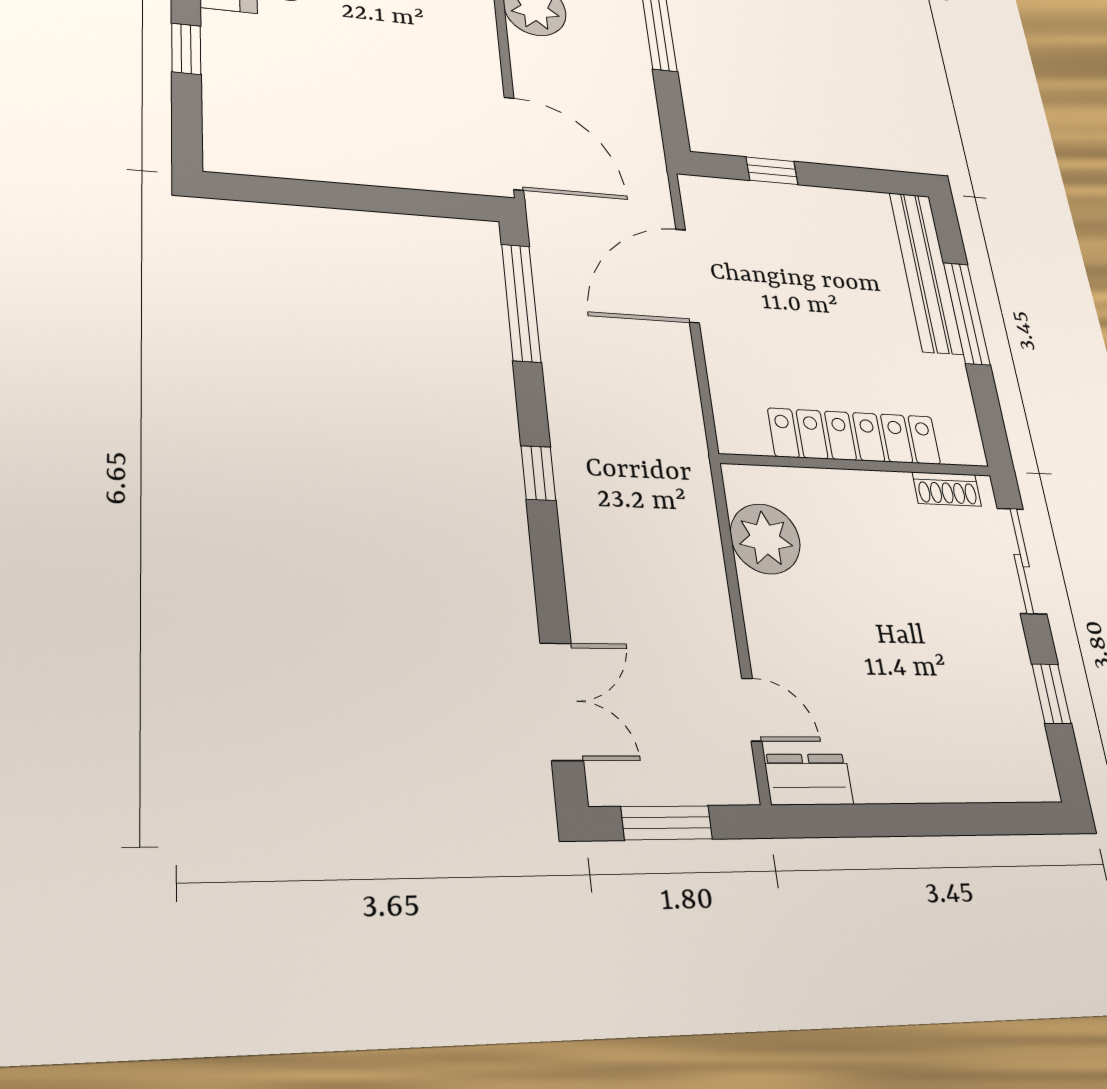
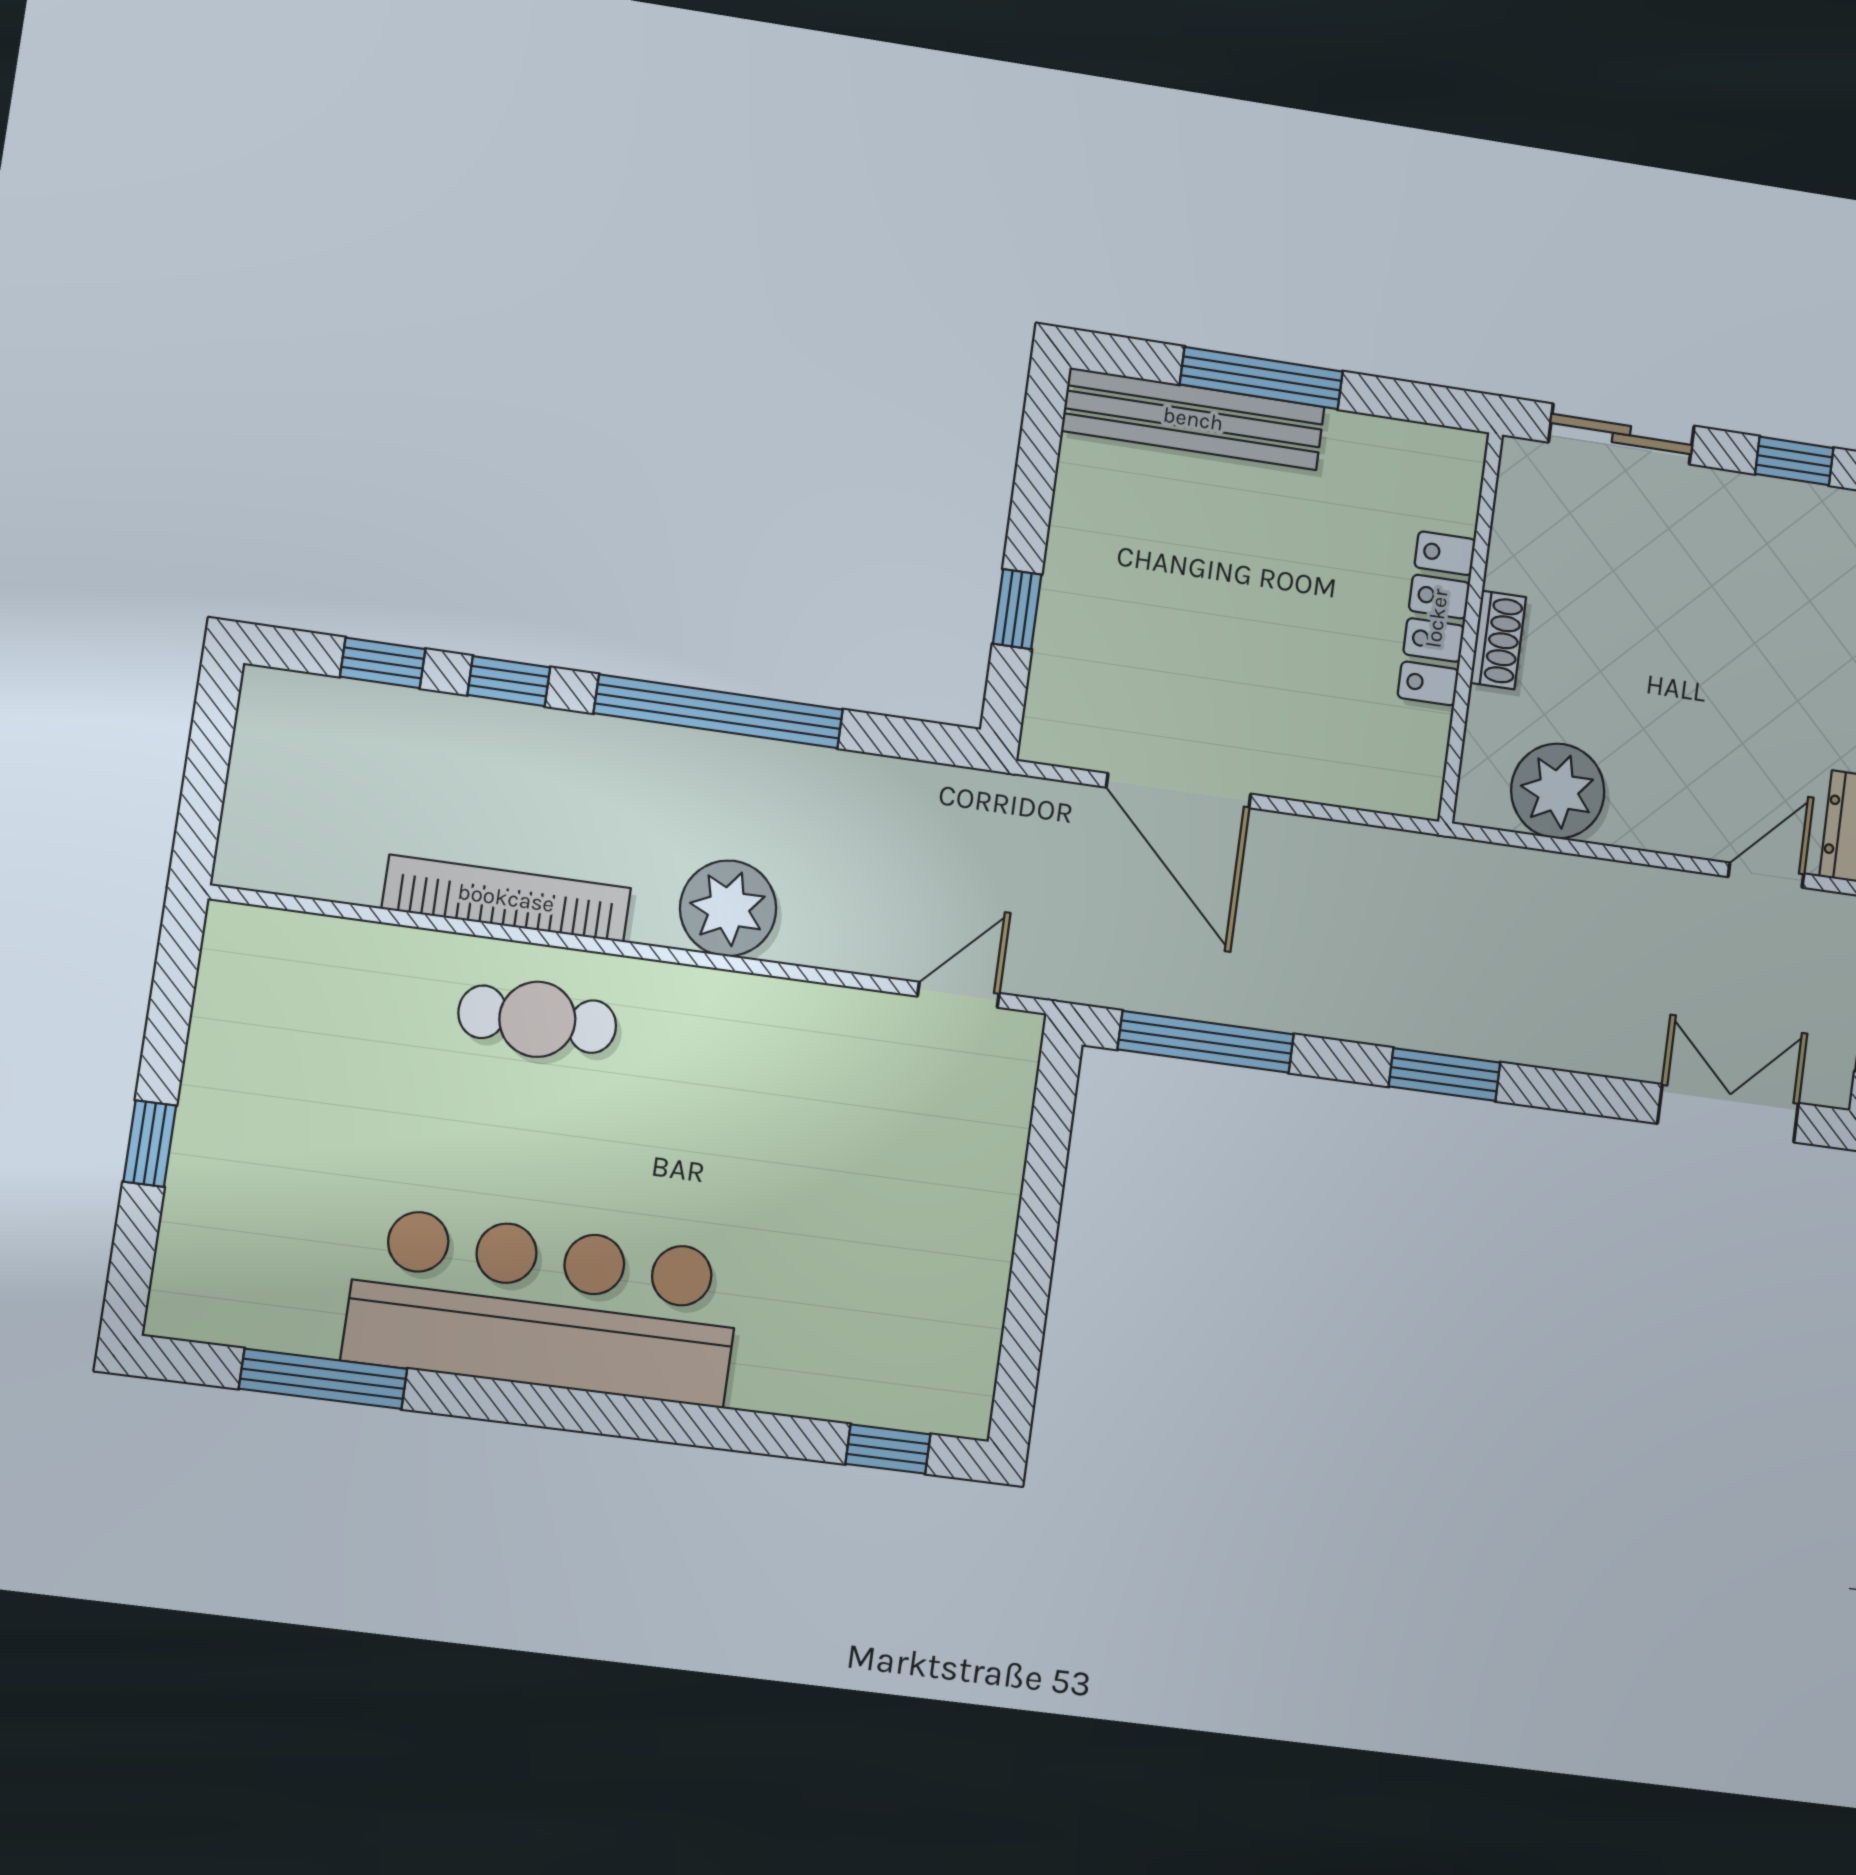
window: (186, 49) -> (888, 1449), moved
door: (514, 143) -> (958, 995), width x0.53
locker: (855, 436) -> (1437, 618), width x0.71, depth x0.83
window: (538, 473) -> (1444, 1075), width x1.50
shoe rack: (947, 489) -> (1498, 640), moved

